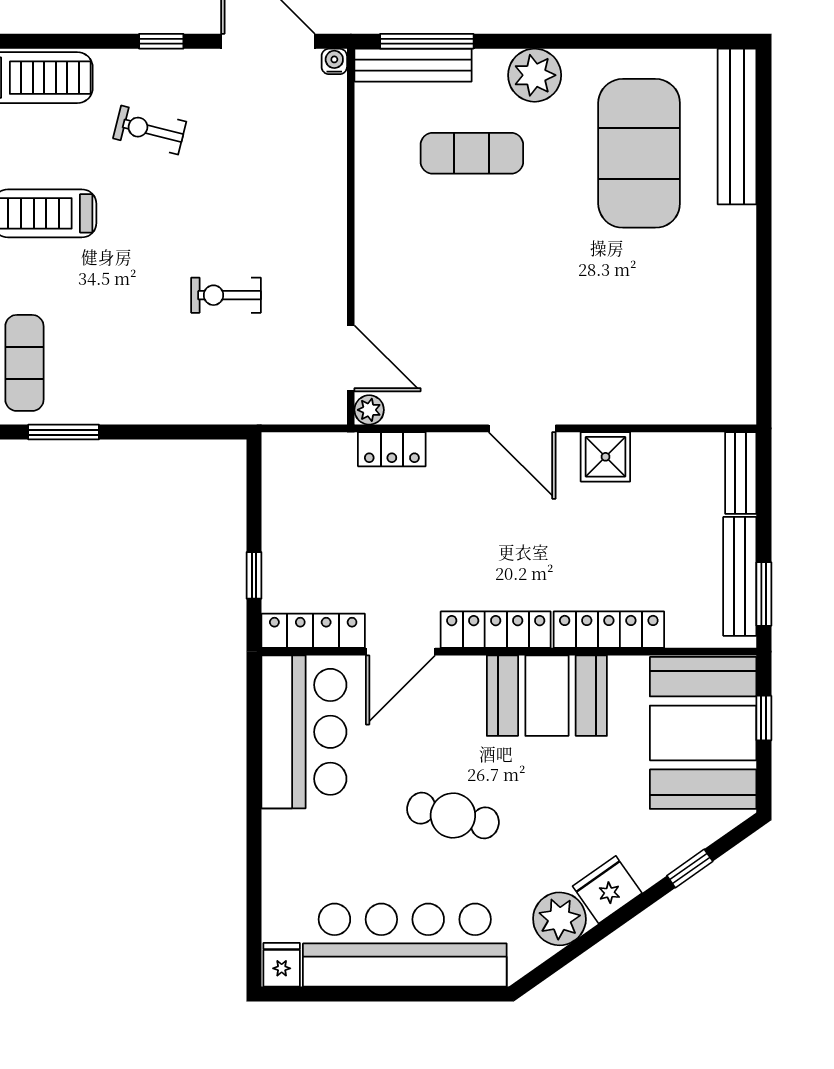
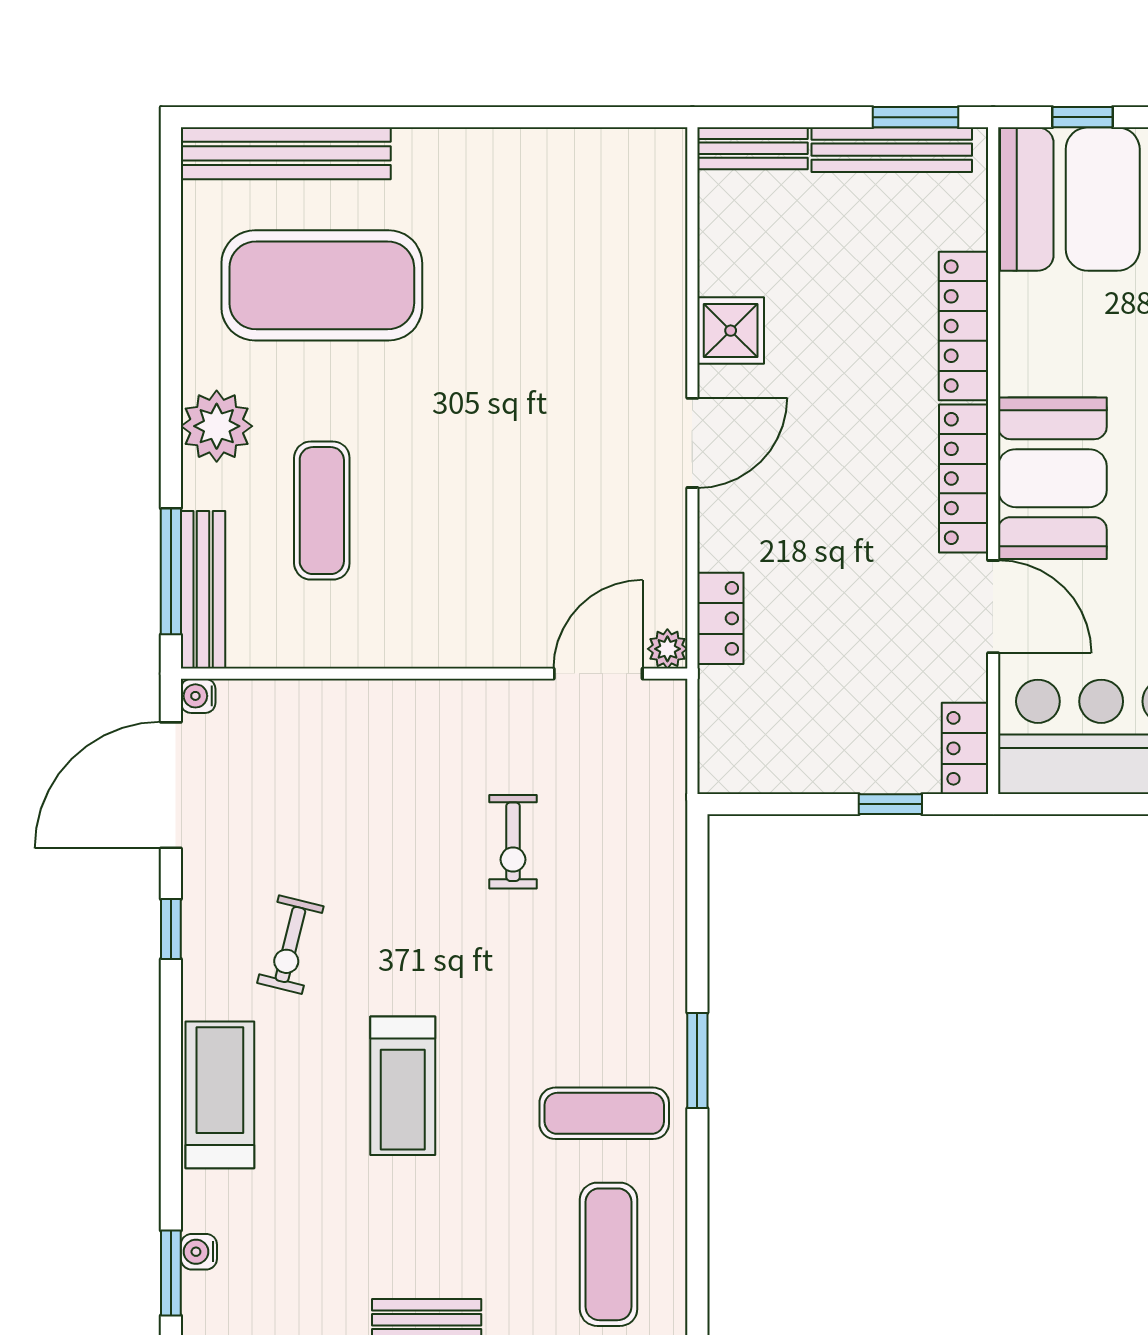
locker: (313, 631) -> (965, 748), width x0.66
booth: (547, 696) -> (1052, 478), moved

